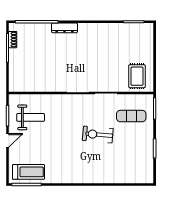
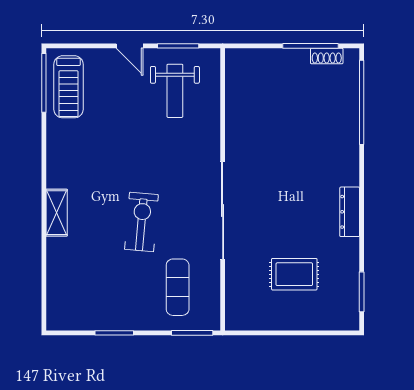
dresser: (65, 28) -> (350, 212), moved
rug: (137, 76) -> (294, 274), moved
shelving: (93, 178) -> (57, 213), added

